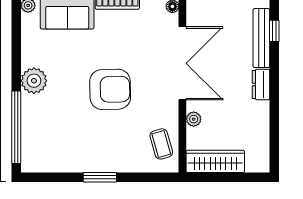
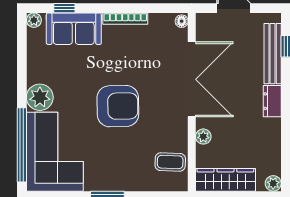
corner sofa: (49, 134) -> (55, 152), added
coffee table: (161, 144) -> (170, 162), turned -72
plant: (262, 165) -> (273, 183), added

